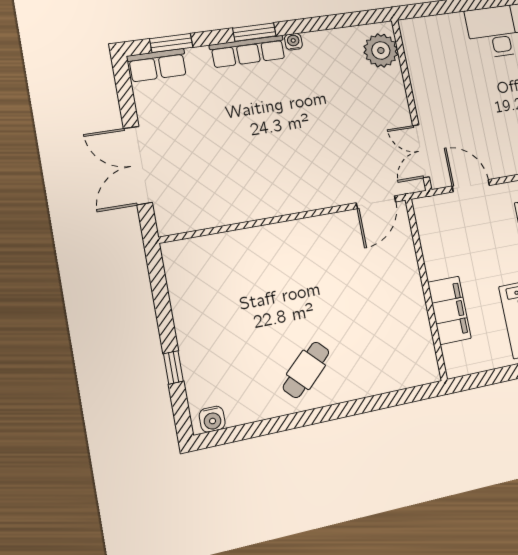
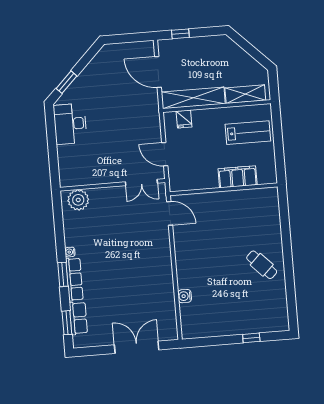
row of seats: (157, 65) -> (78, 318), moved
double door: (138, 165) -> (137, 347), swing flipped
door: (471, 186) -> (165, 154), hinge flipped
water cooler: (212, 419) -> (185, 296), moved, turned 180

